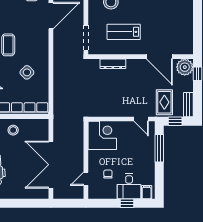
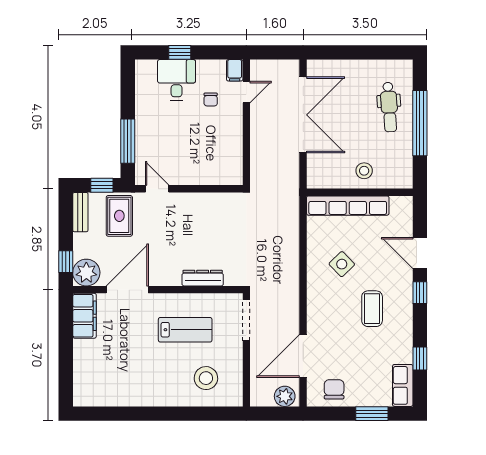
filing cabinet: (186, 40) -> (85, 316), added
door: (159, 57) -> (127, 290), hinge flipped
corner desk: (102, 135) -> (220, 162), removed
filing cabinet: (147, 192) -> (235, 70), moved

